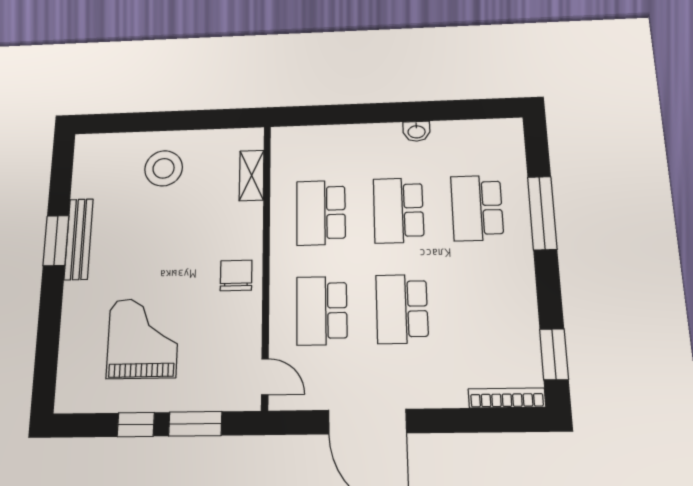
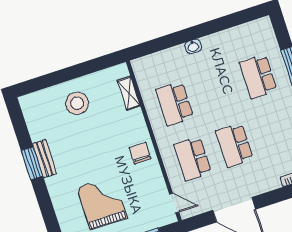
washbasin: (417, 131) -> (193, 46), moved
school desk: (398, 210) -> (216, 90), removed
bench: (79, 239) -> (45, 159), width x0.73

